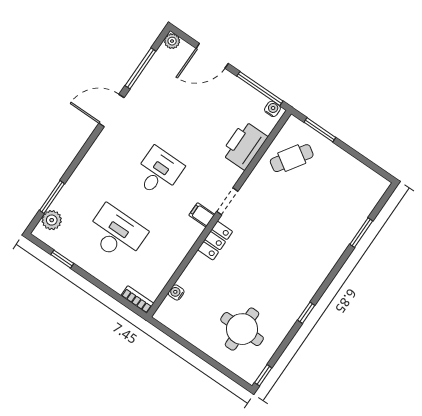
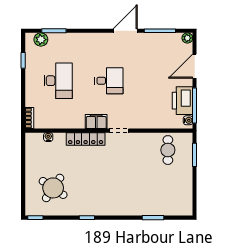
door: (212, 56) -> (195, 66), hinge flipped
door: (112, 110) -> (125, 31), hinge flipped
printer: (244, 145) -> (183, 101), moved, turned -90
cafe table: (292, 158) -> (168, 150), turned 57
filing cabinet: (202, 215) -> (96, 122), width x2.00
locker: (215, 241) -> (86, 139), width x1.53
round table: (242, 329) -> (53, 188), turned 34

